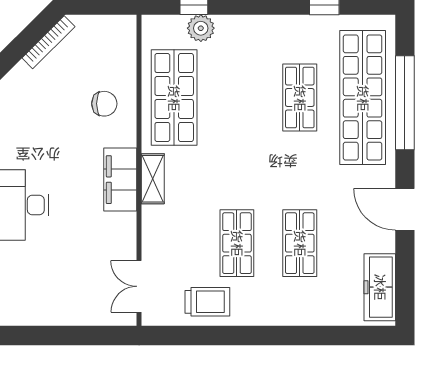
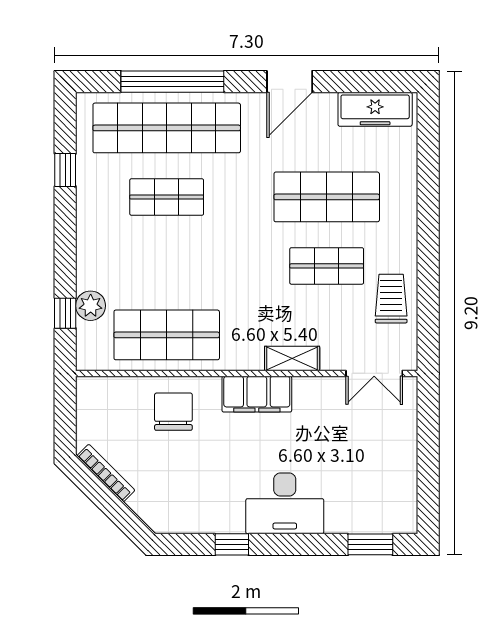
chair: (104, 104) -> (173, 412), width x1.37, depth x1.37
shelving: (153, 179) -> (292, 358), moved
shop shelf: (300, 243) -> (327, 197), width x1.43, depth x1.36

